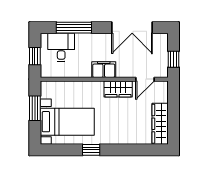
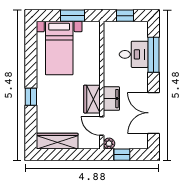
desk: (61, 47) -> (134, 54), moved
filing cabinet: (104, 70) -> (111, 99), moved
plant: (162, 72) -> (109, 144), added
window: (91, 150) -> (31, 97), moved

